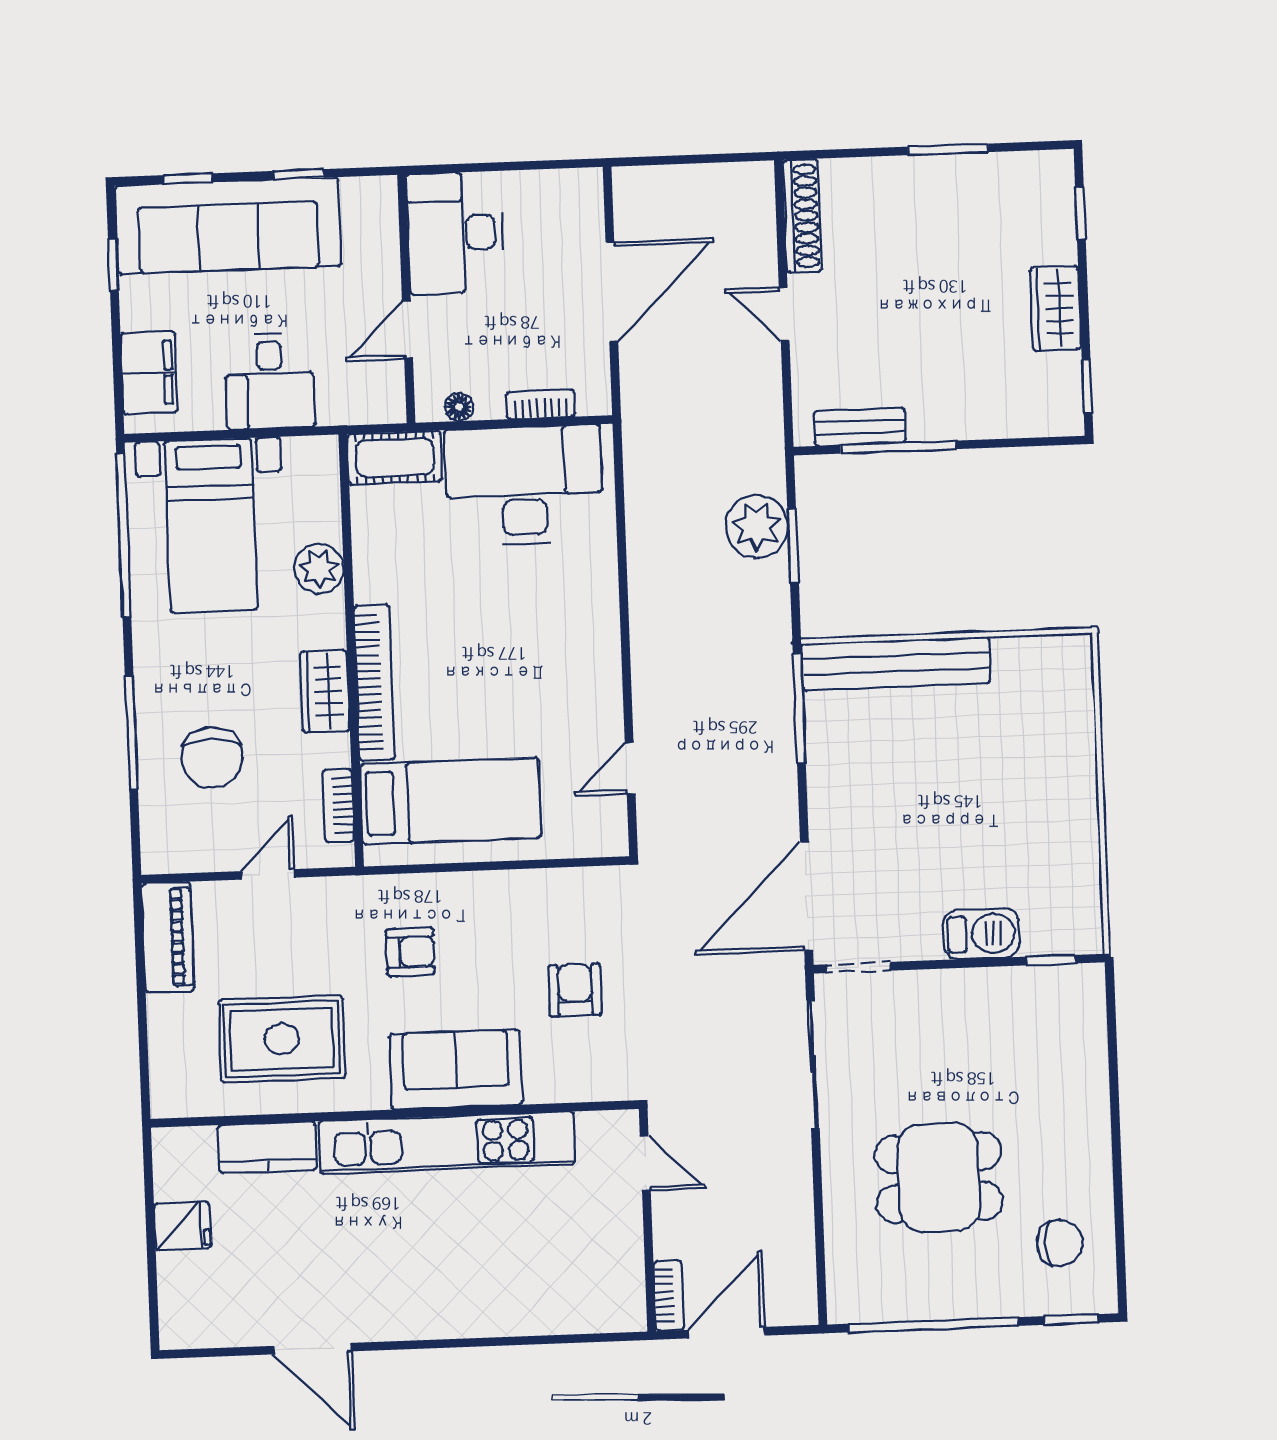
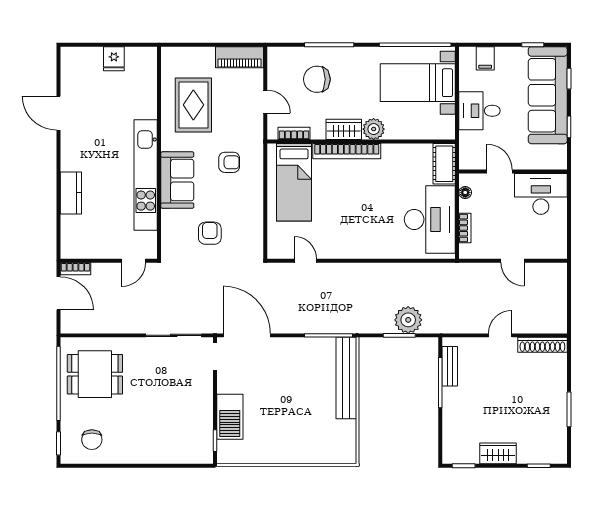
door: (612, 292) -> (512, 261), width x0.53
filing cabinet: (149, 373) -> (485, 58), width x0.50
plant: (319, 569) -> (374, 129), moved
barbecue: (981, 934) -> (230, 417), width x1.37, depth x1.21
armchair: (410, 952) -> (229, 162), turned -90
armchair: (575, 990) -> (210, 233), turned -90
kitchen counter: (267, 1147) -> (71, 193), moved, turned 180
dining table: (939, 1178) -> (95, 374), moved, turned 90
door: (312, 1349) -> (58, 113), hinge flipped

